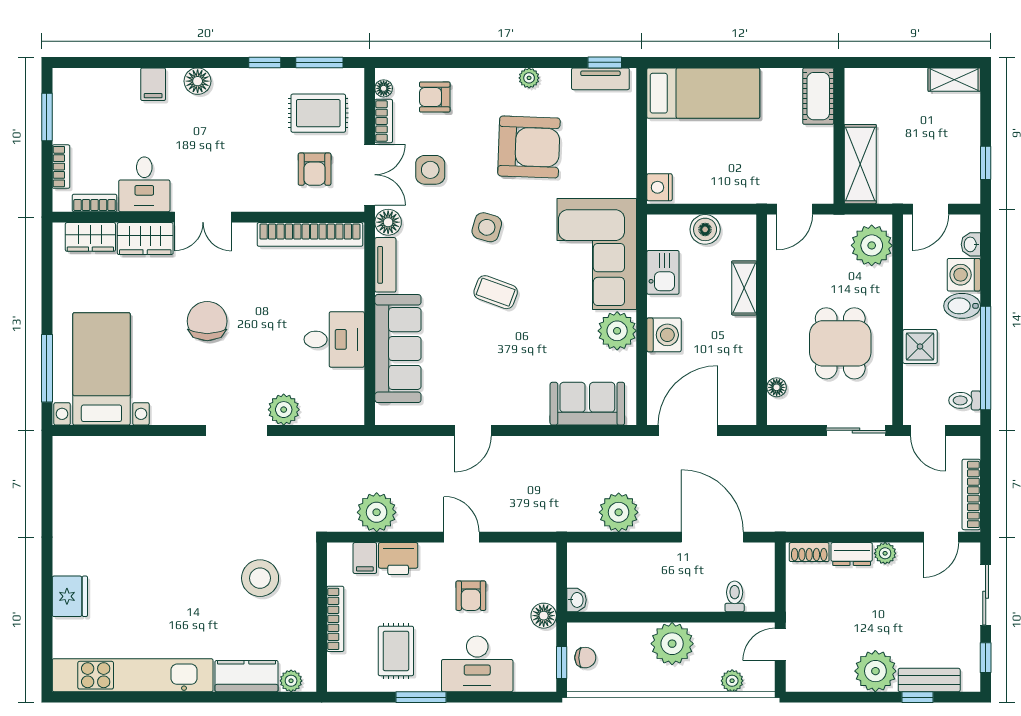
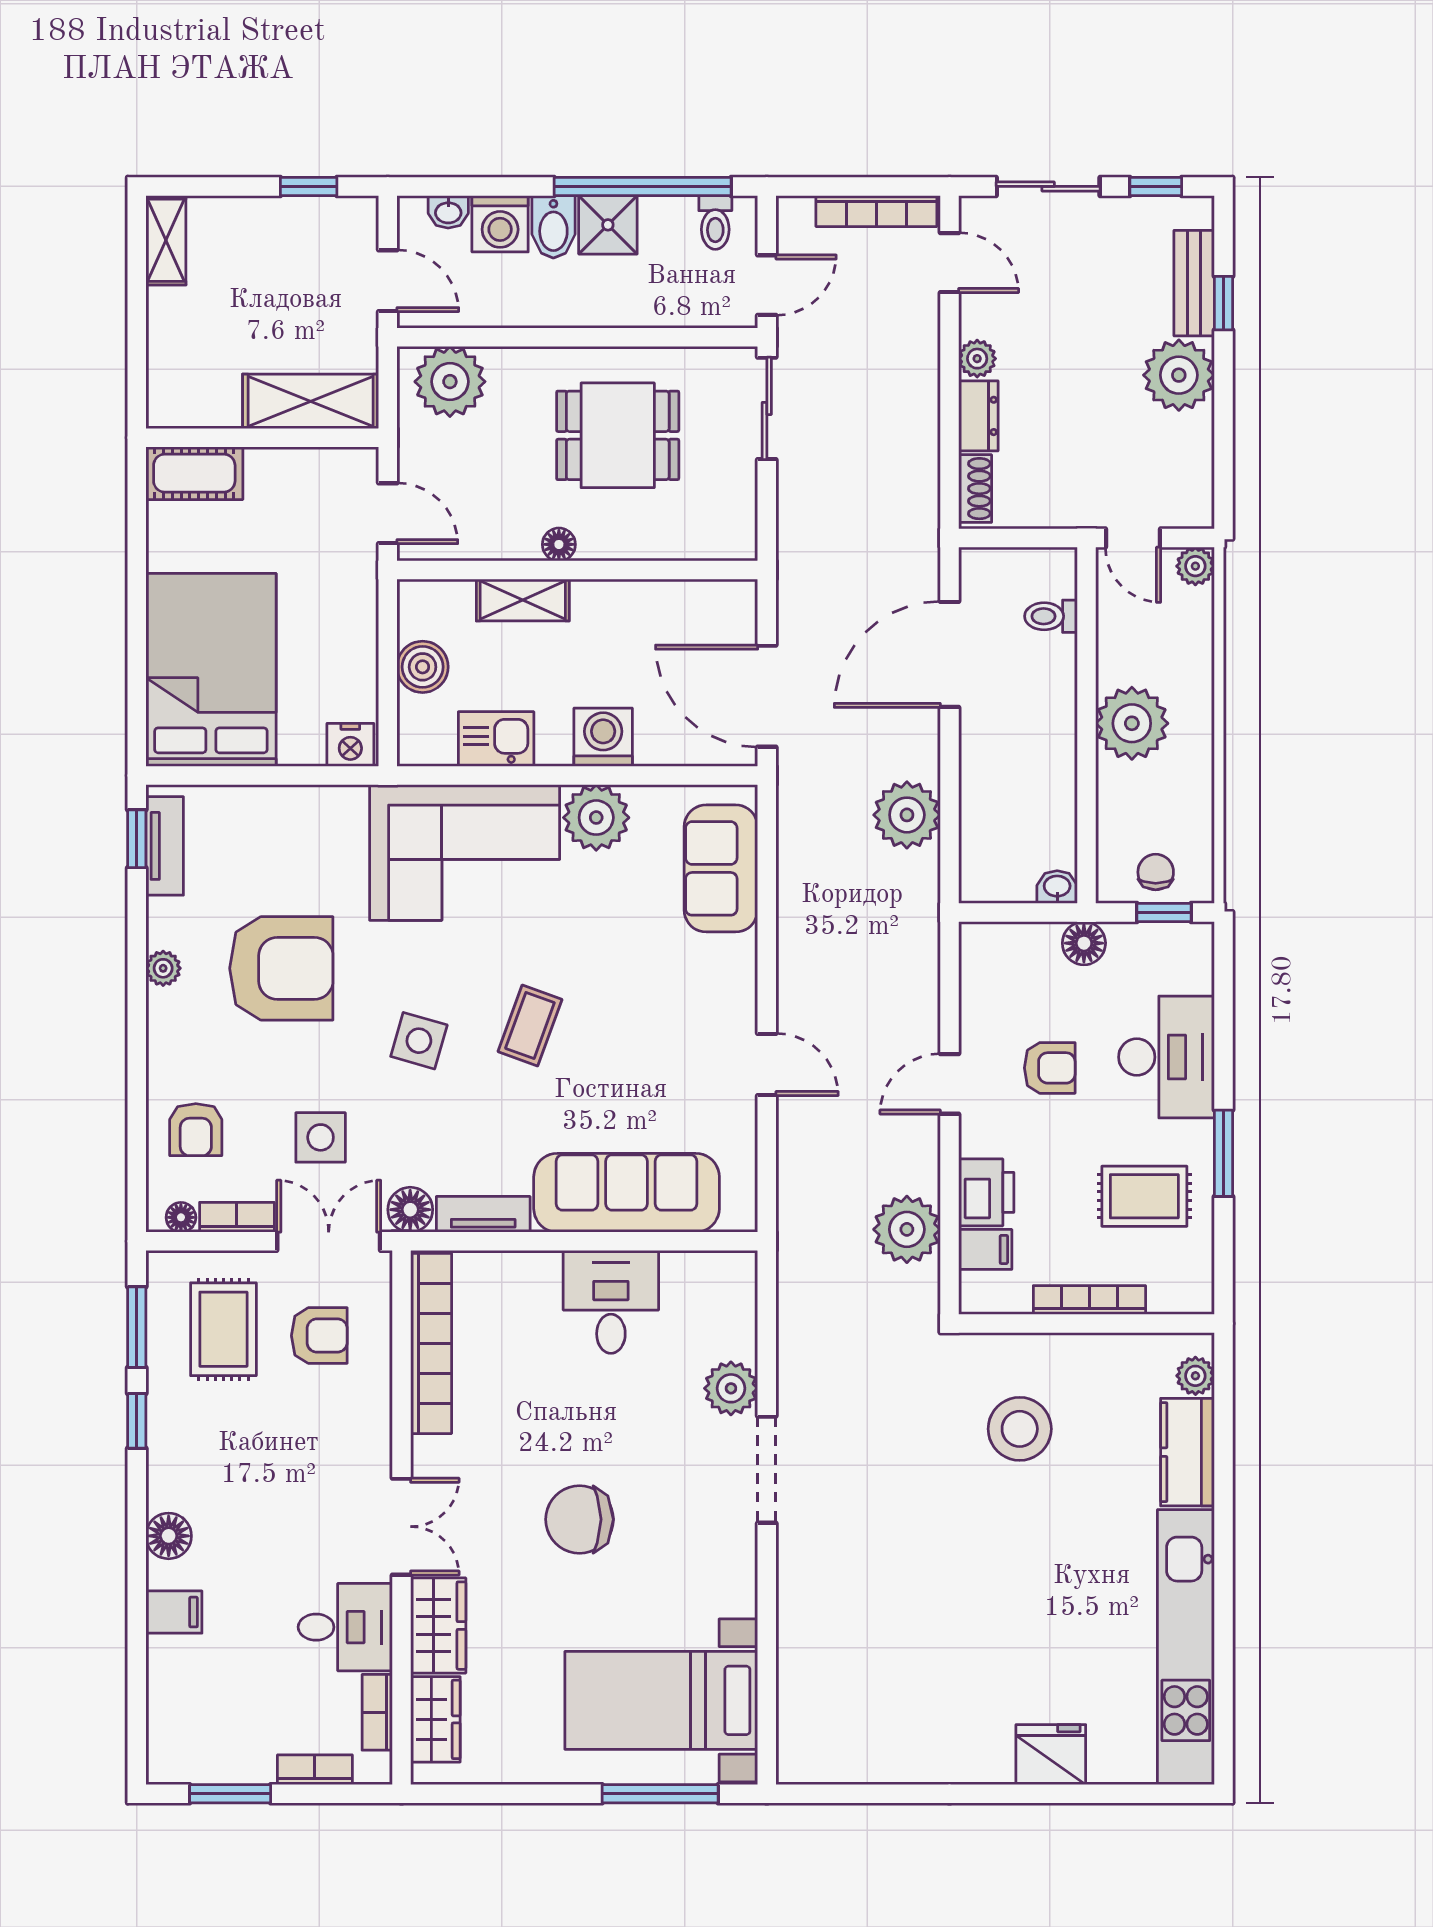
bed: (703, 93) -> (211, 670), width x1.50
armchair: (529, 147) -> (281, 968), turned 88
shower: (920, 346) -> (608, 225), moved
floor lamp: (777, 387) -> (559, 544), moved
plant: (732, 681) -> (1195, 566), moved

